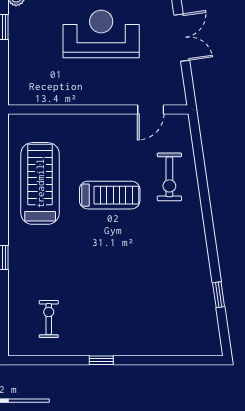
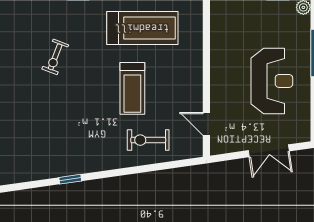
window: (219, 295) -> (70, 179), moved
exercise bike: (49, 319) -> (55, 57), moved, turned 111

